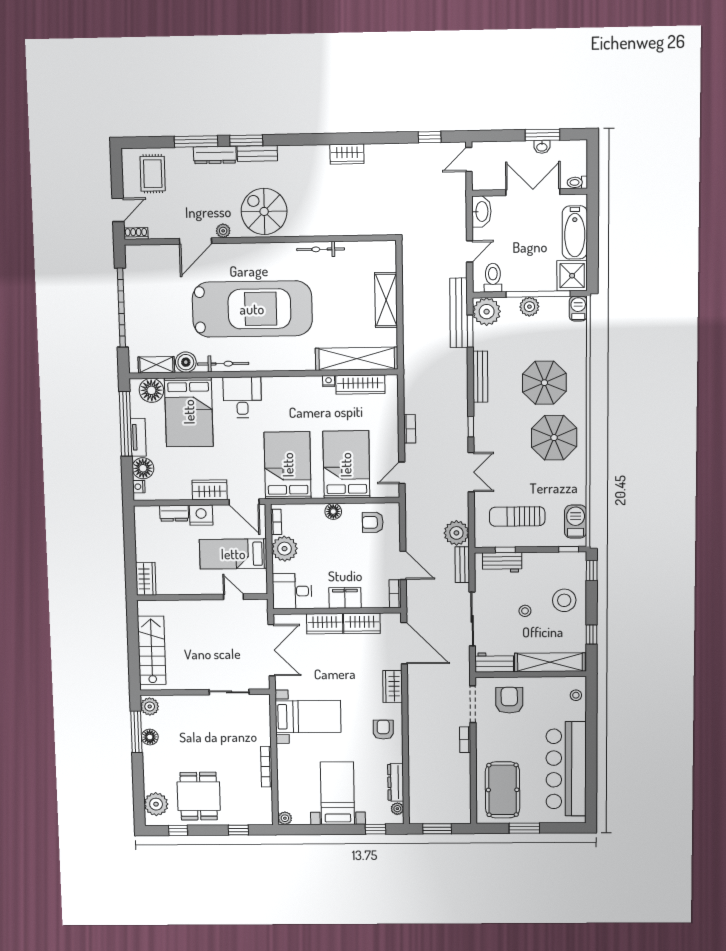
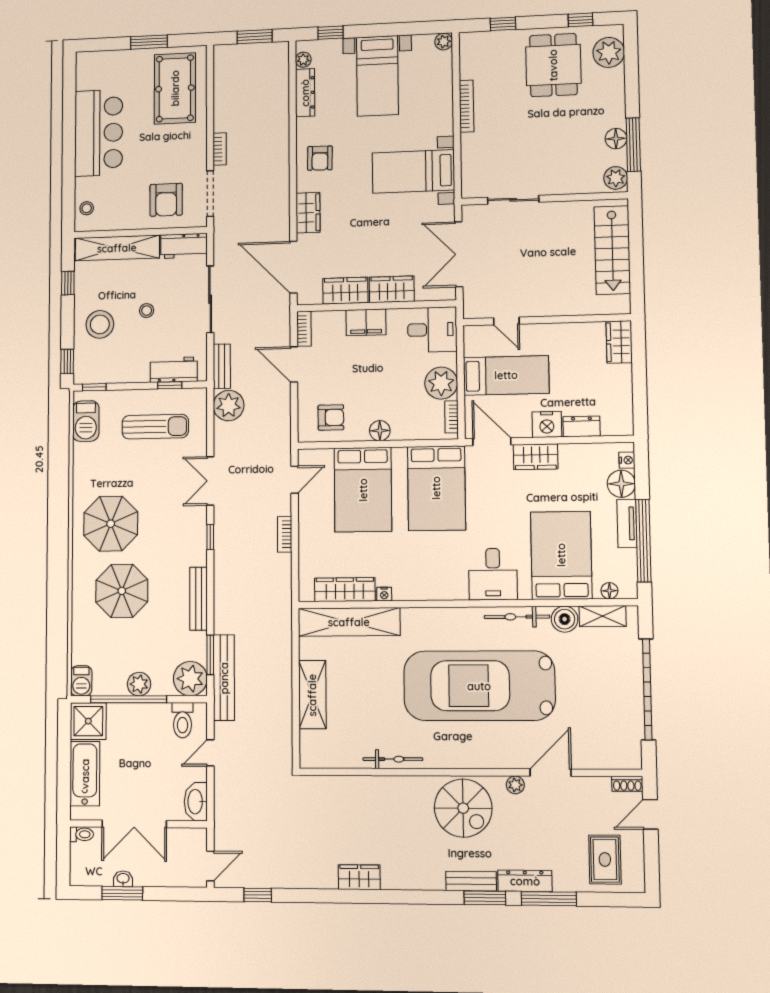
floor lamp: (151, 390) -> (609, 591), width x0.53, depth x0.53
bar counter: (566, 769) -> (99, 133), width x0.73

